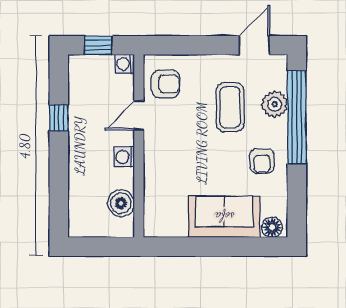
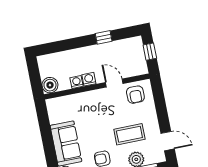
washing machine: (125, 64) -> (77, 82), moved
boiler: (121, 203) -> (50, 85), moved

